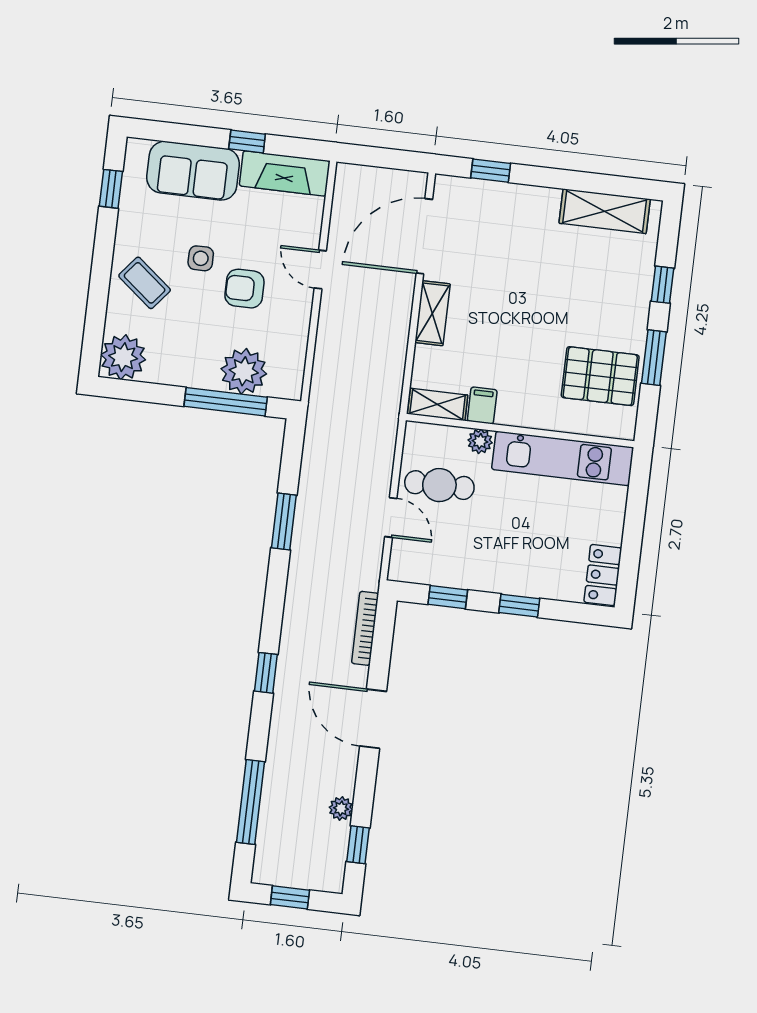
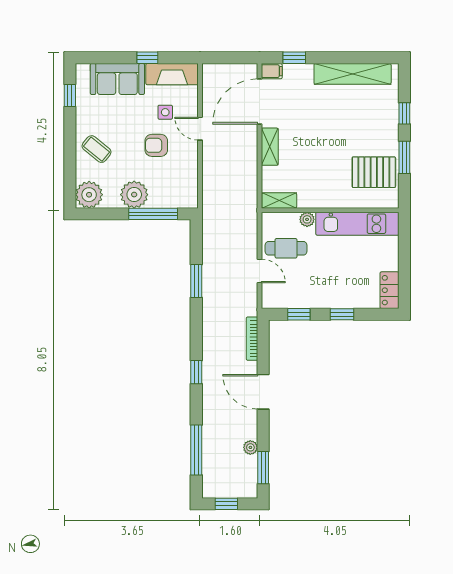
shelving: (605, 211) -> (353, 74), width x1.47
side table: (201, 258) -> (165, 112), moved
plant: (244, 371) -> (134, 195), moved
filing cabinet: (482, 405) -> (272, 71), moved, turned 90
window: (358, 845) -> (263, 468), width x1.50

